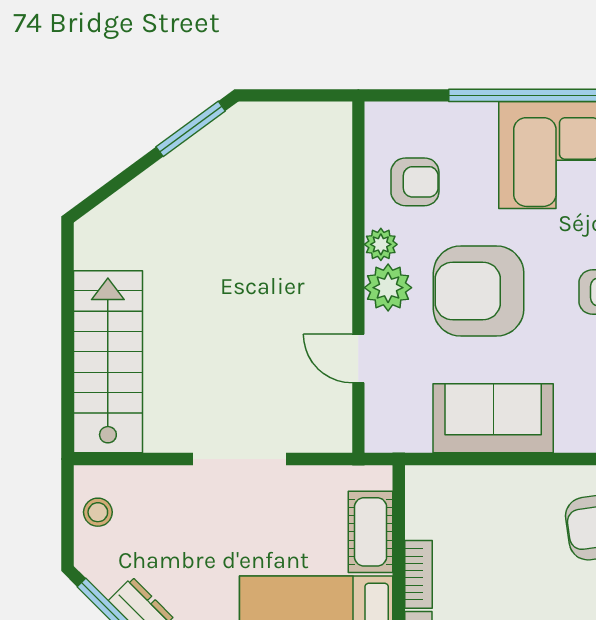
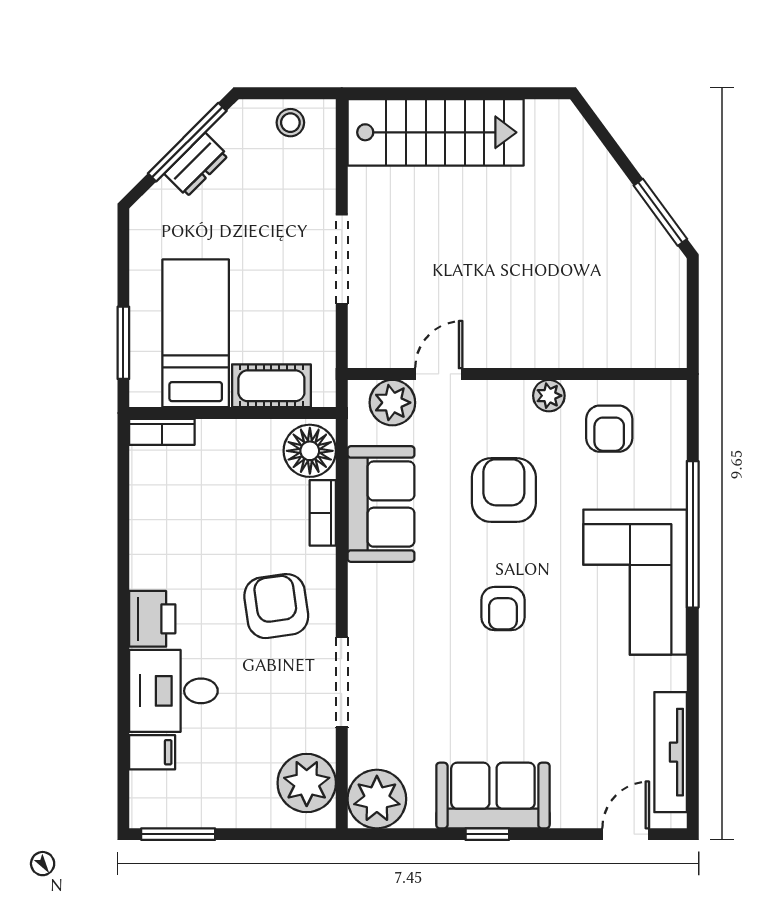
plant: (388, 288) -> (392, 403), moved
armchair: (479, 291) -> (504, 490), width x0.73, depth x0.73
floor lamp: (438, 492) -> (310, 451), added
bookcase: (418, 574) -> (323, 513), moved, turned 90

